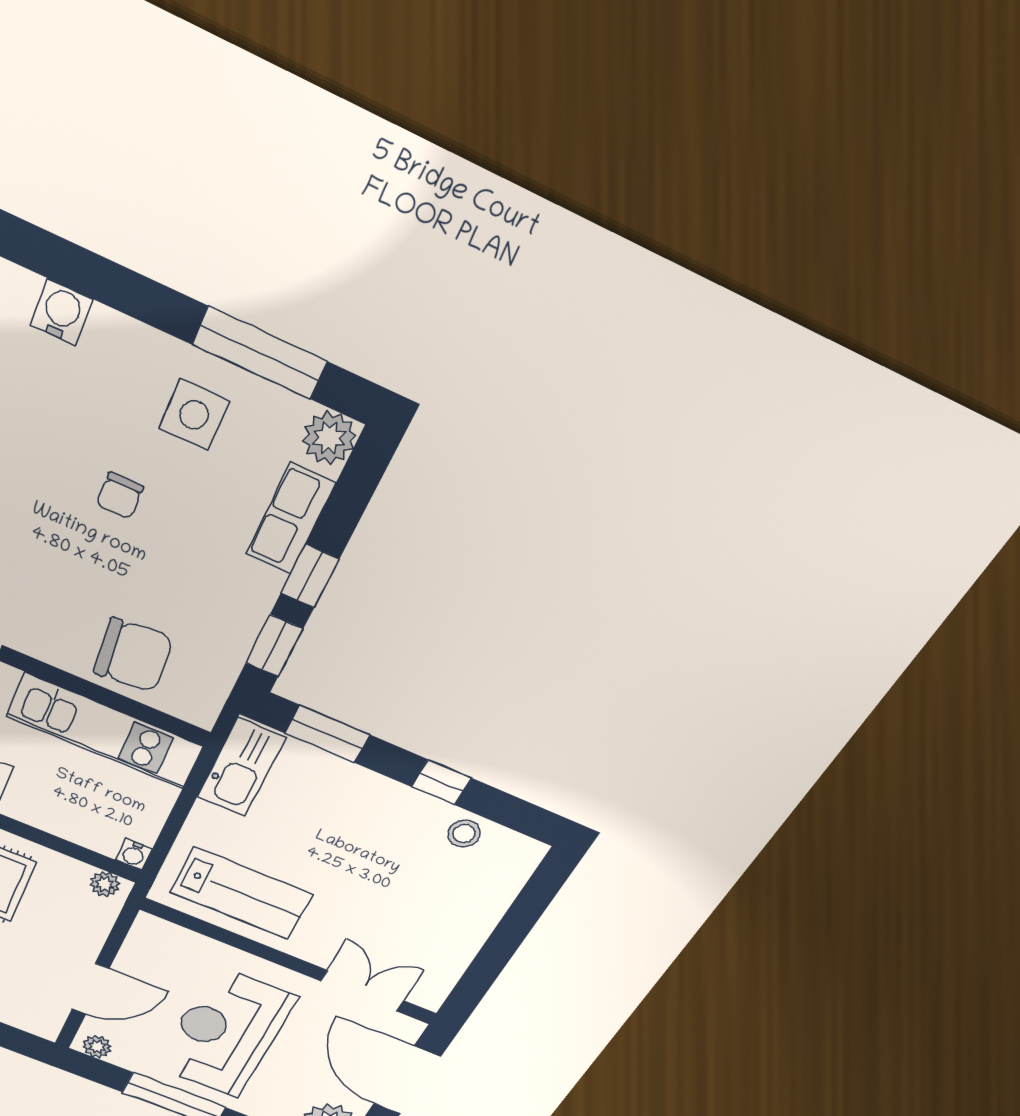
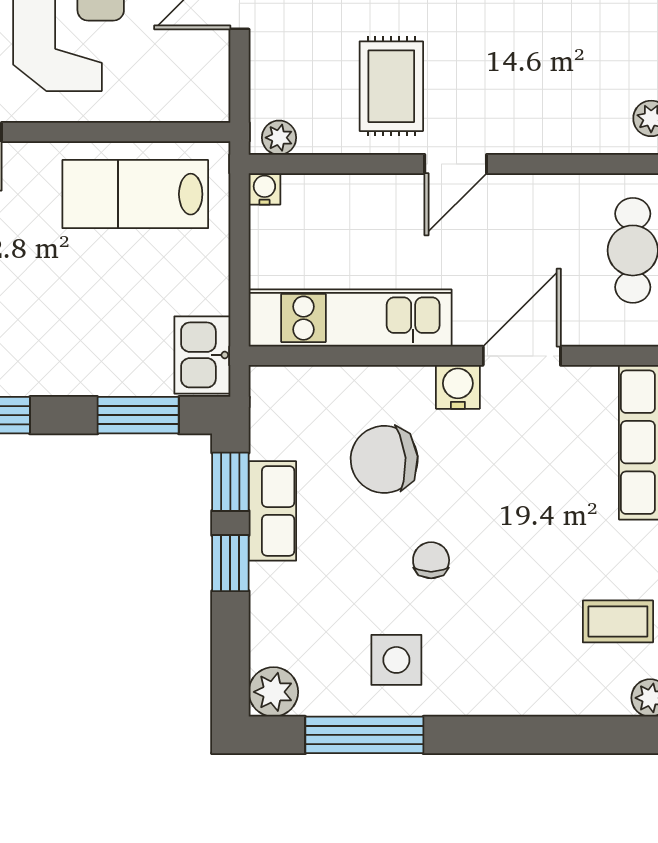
water cooler: (62, 312) -> (458, 387), moved, turned 180
row of seats: (291, 519) -> (272, 511), moved
chair: (133, 655) -> (384, 459), moved
kitchen sink: (241, 767) -> (202, 355), width x0.73

